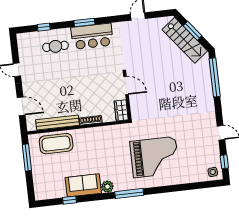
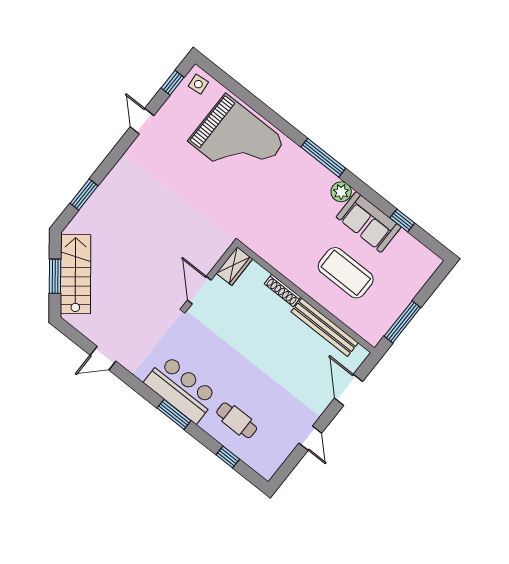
window: (215, 77) -> (84, 194), width x0.47
coffee table: (56, 144) -> (346, 273), moved
grand piano: (155, 157) -> (237, 141), moved, turned 180

